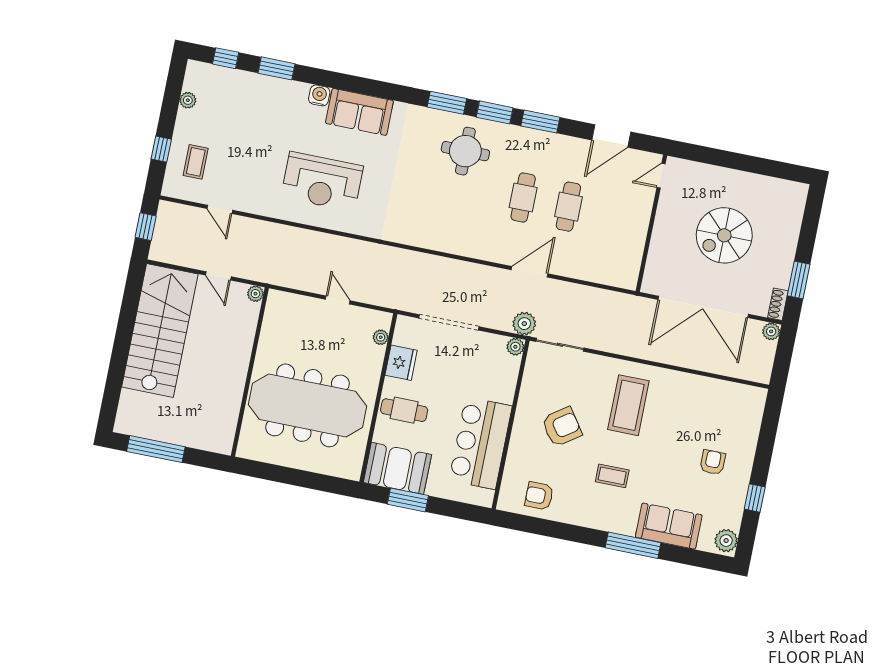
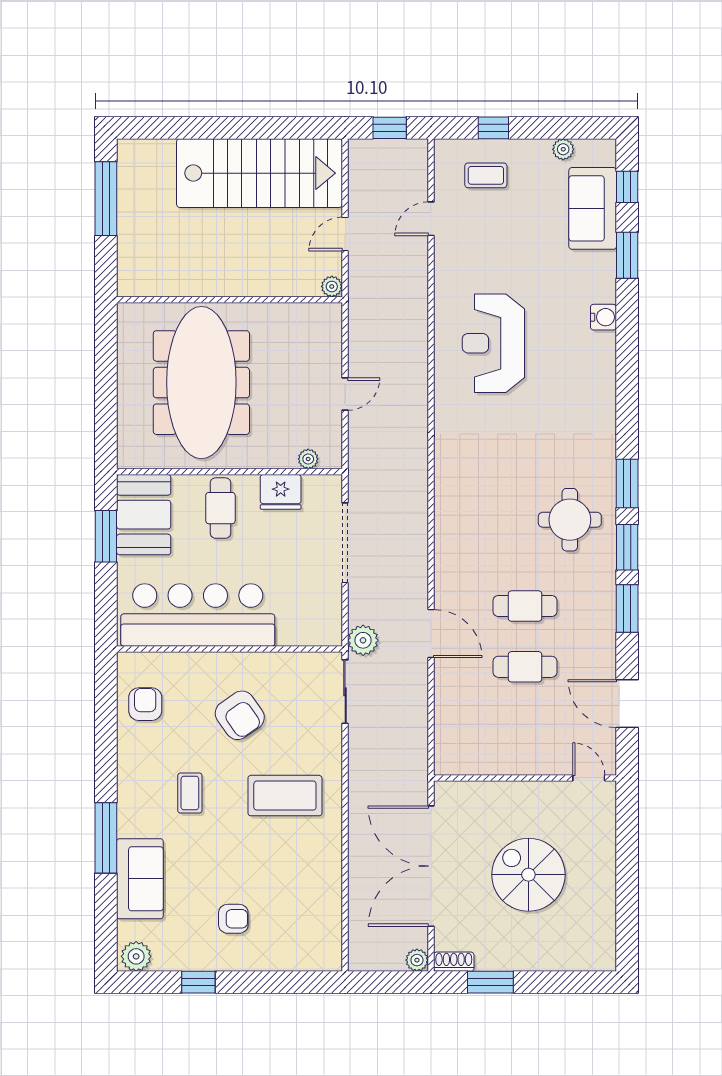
sofa: (359, 112) -> (593, 208), moved
plant: (515, 347) -> (331, 635), removed
bar counter: (481, 443) -> (198, 615), width x1.36

